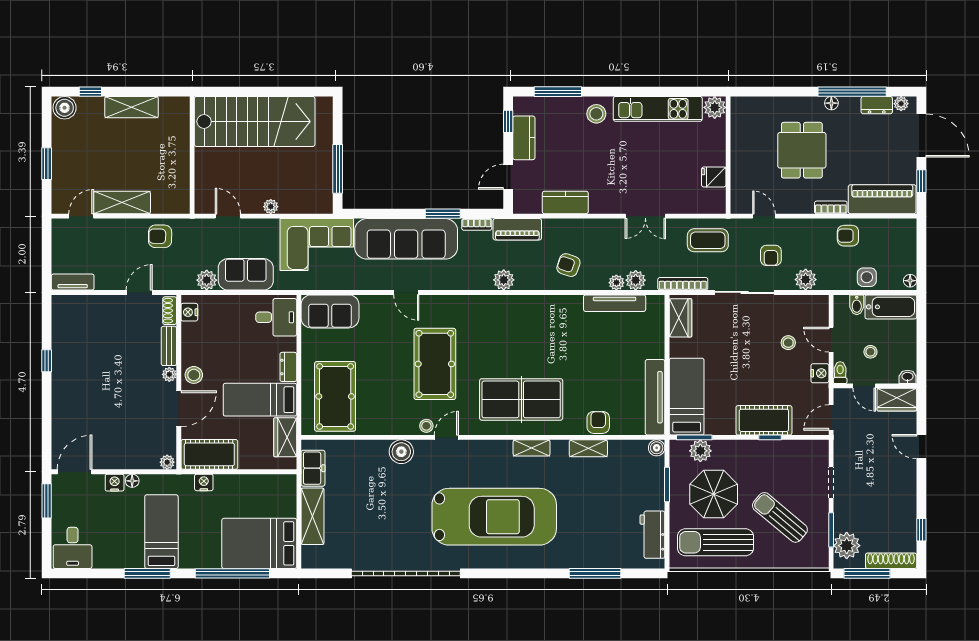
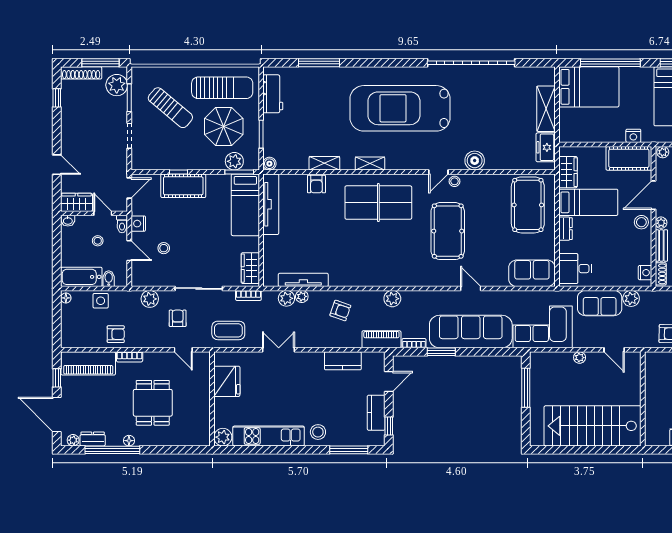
fridge: (714, 177) -> (227, 381), width x1.88, depth x1.34
bookcase: (683, 284) -> (248, 295), width x0.64

